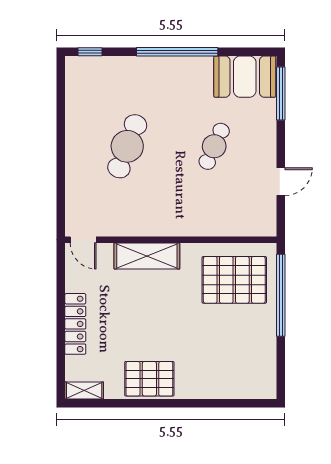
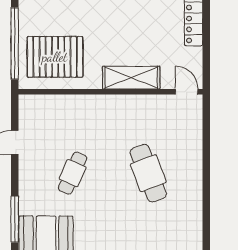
cafe table: (127, 146) -> (148, 173), turned -42

